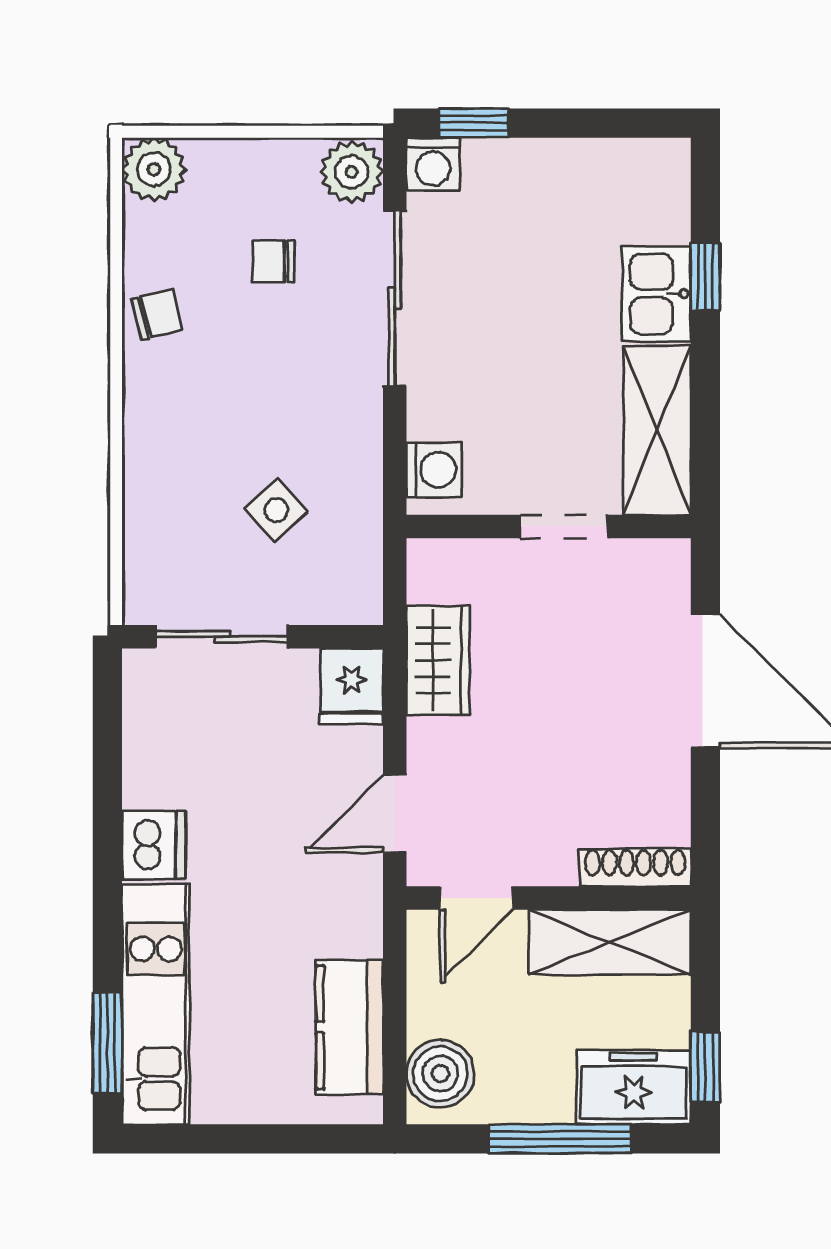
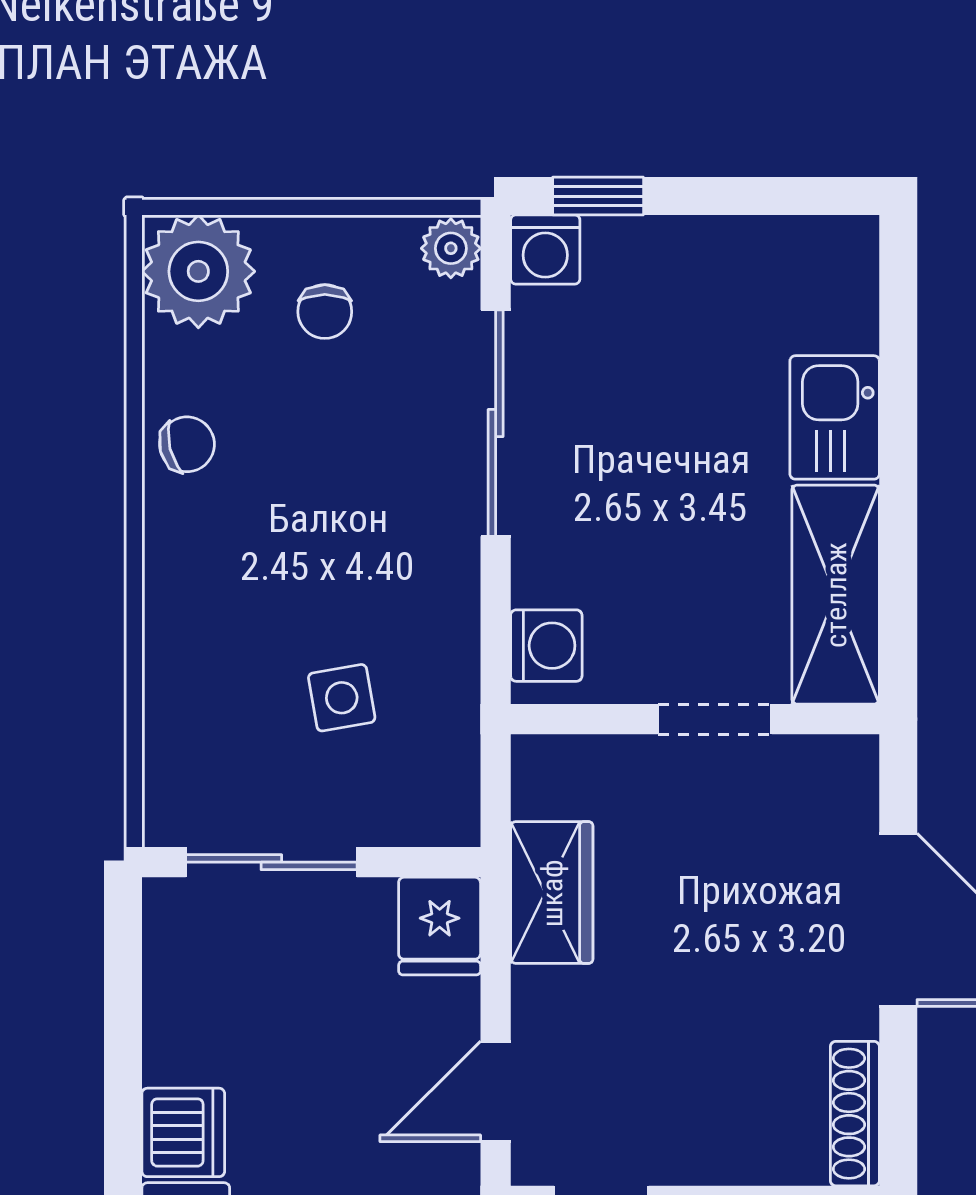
plant: (154, 169) -> (198, 271), width x1.36, depth x1.36
plant: (352, 172) -> (451, 248), width x0.73, depth x0.73
chair: (273, 261) -> (325, 312), moved, turned -90
window: (705, 277) -> (898, 395), removed
side table: (276, 510) -> (342, 698), turned 32
shoe rack: (635, 867) -> (855, 1114), moved, turned -90

